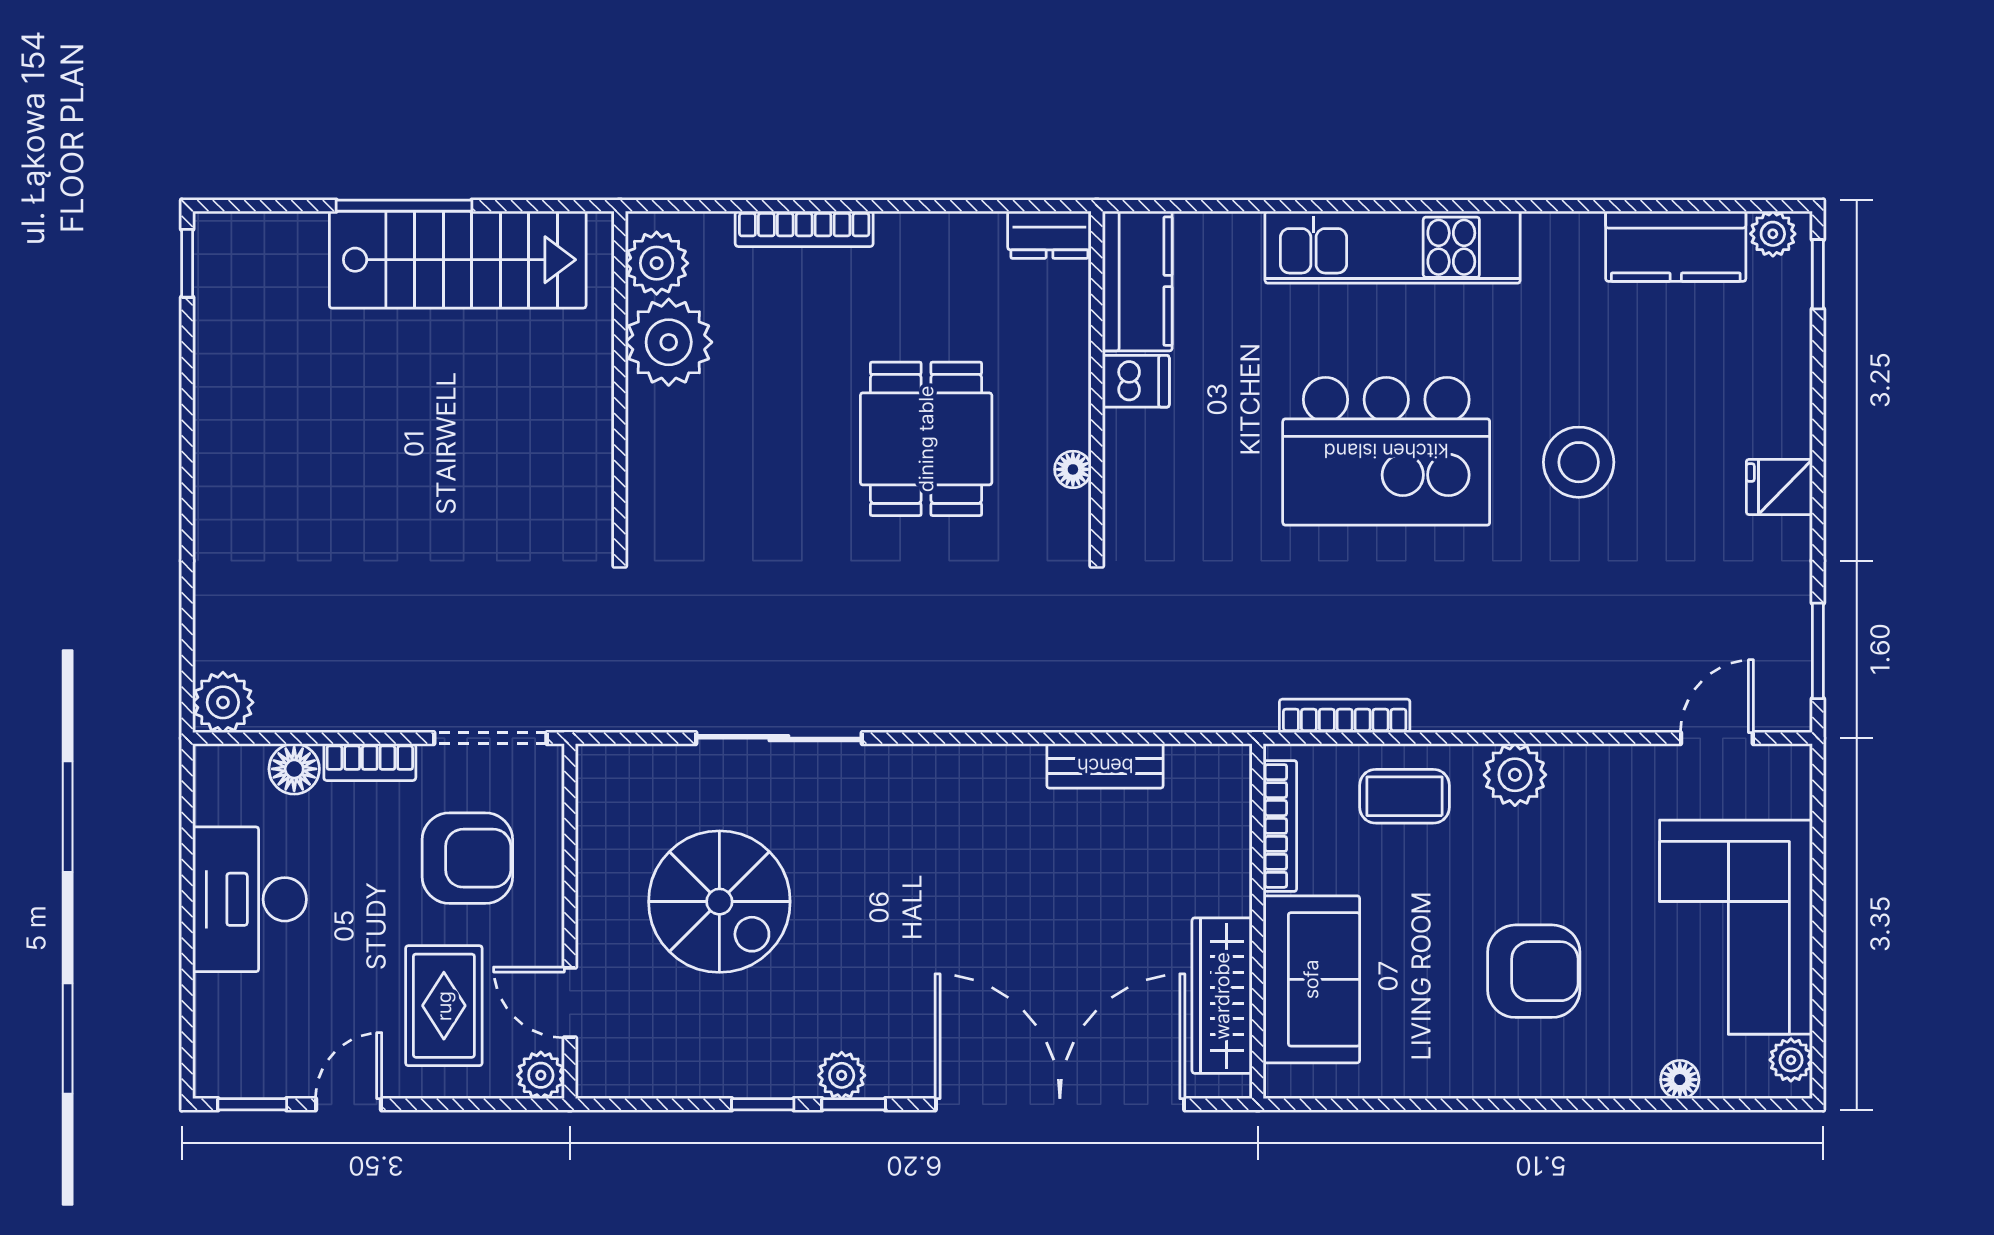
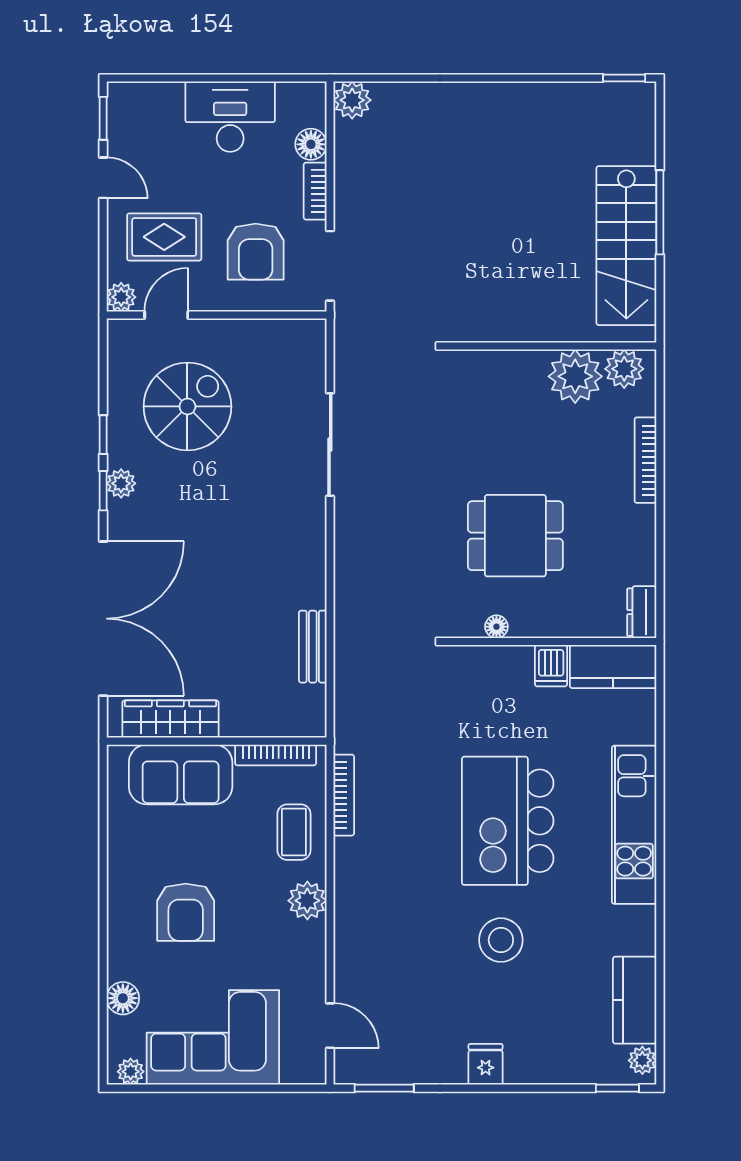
spiral stairs: (719, 902) -> (187, 406), moved, turned 180
floor lamp: (1680, 1080) -> (123, 998), width x1.37, depth x1.37

